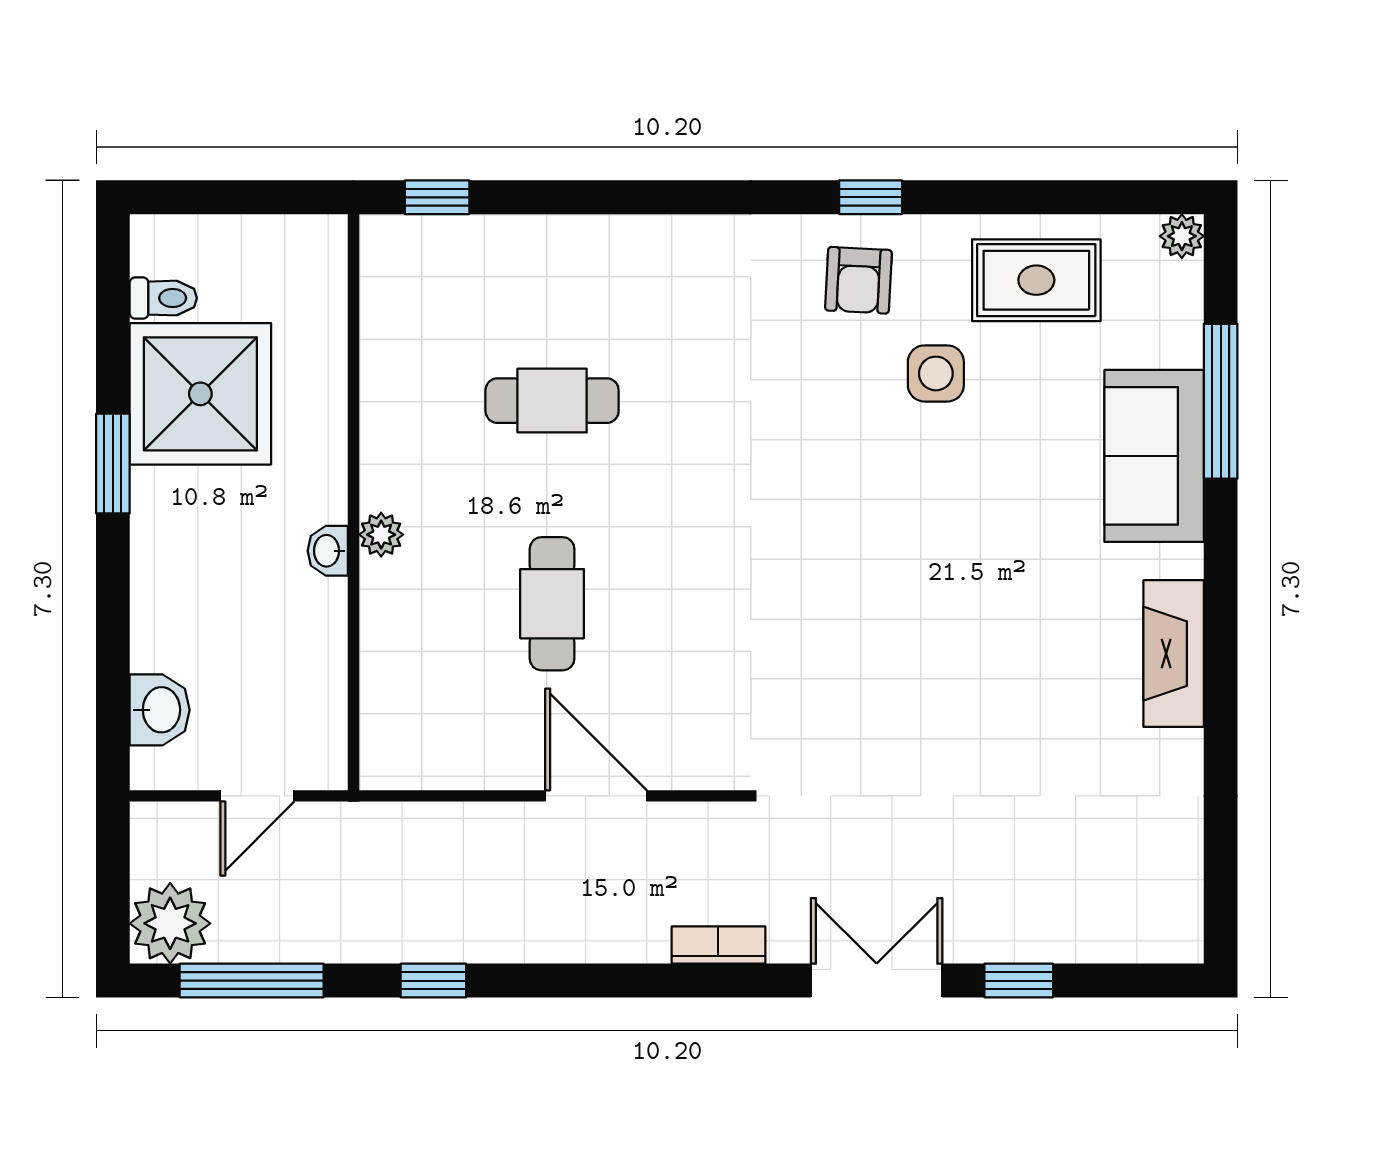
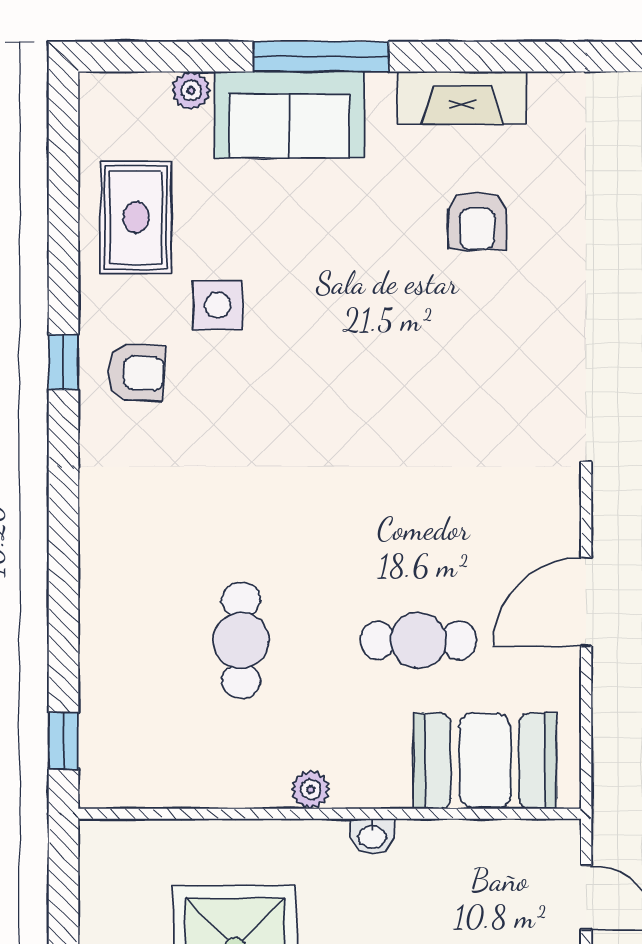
plant: (1182, 236) -> (191, 91), moved
window: (1221, 401) -> (321, 57), moved
plant: (381, 535) -> (311, 789), moved
armchair: (1033, 671) -> (477, 221), added
booth: (414, 680) -> (485, 761), added

